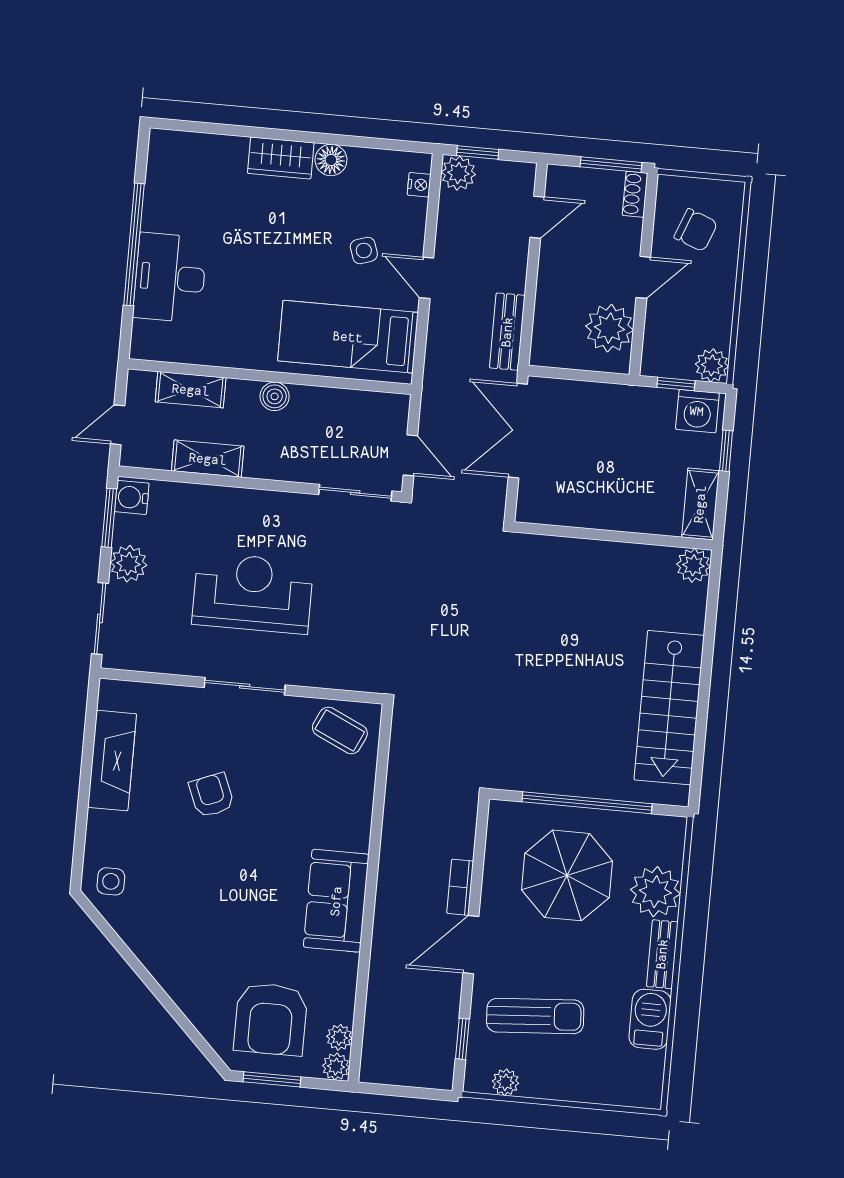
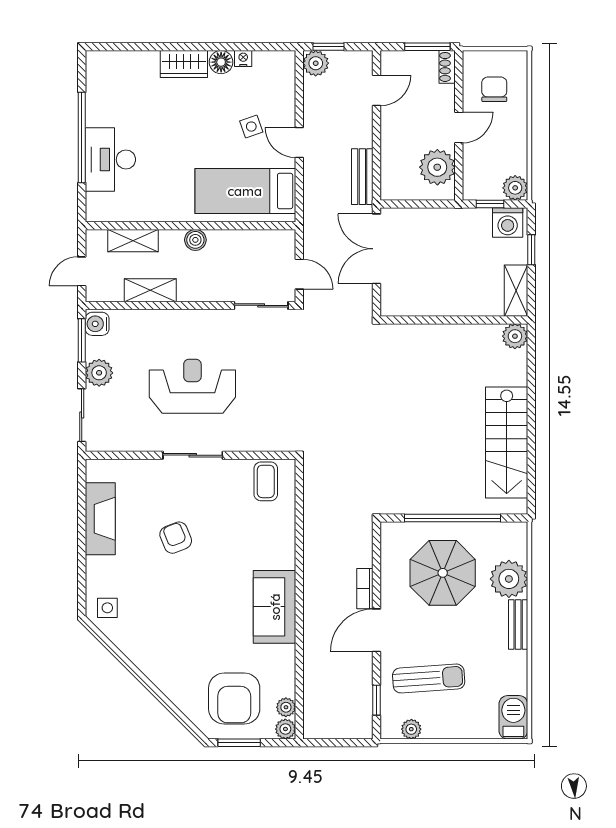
nightstand: (419, 185) -> (243, 58), moved, turned -90
chair: (696, 230) -> (494, 89), turned -111
coffee table: (340, 730) -> (266, 481), turned 65
barbecue: (650, 1019) -> (513, 717), moved

